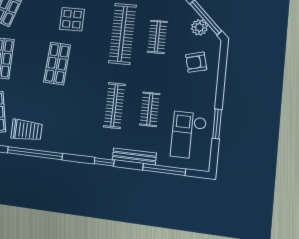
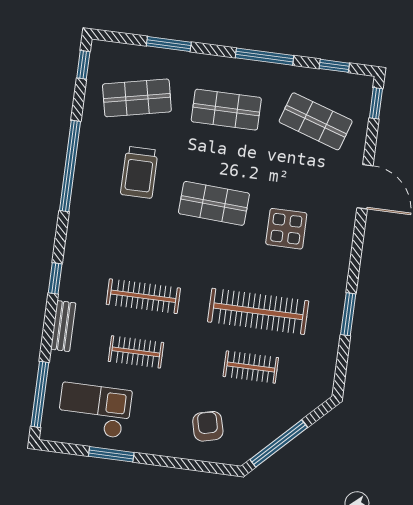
plant: (199, 27) -> (263, 433), removed
trolley: (27, 130) -> (139, 172), moved
bench: (134, 156) -> (63, 326), width x0.73
window: (164, 169) -> (40, 394), moved

